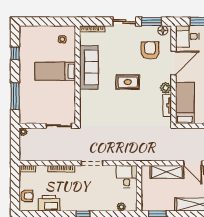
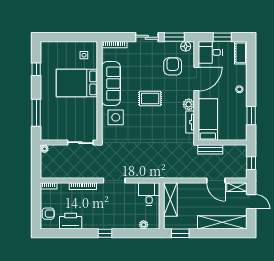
bed: (55, 71) -> (77, 83), width x1.50
side table: (94, 101) -> (116, 117), added
bench: (187, 132) -> (210, 149), added
shelving: (167, 172) -> (170, 199), moved, turned 90

